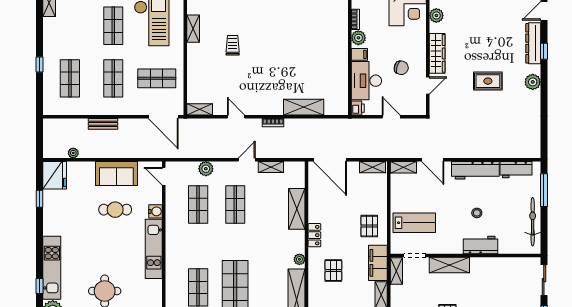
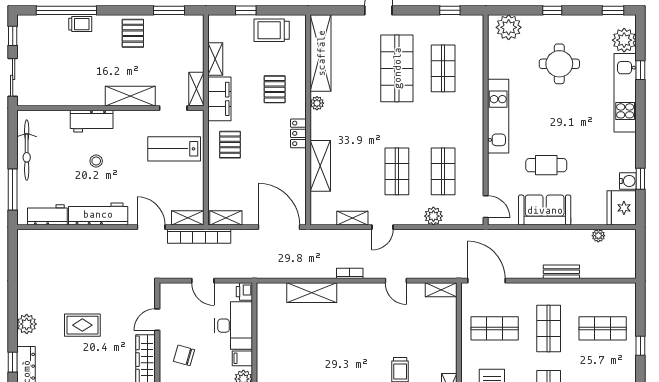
chair: (401, 68) -> (184, 355), moved
shop shelf: (70, 78) -> (603, 328), turned 90
bookcase: (394, 152) -> (199, 236), added
water cooler: (155, 211) -> (628, 181), moved, turned 180

